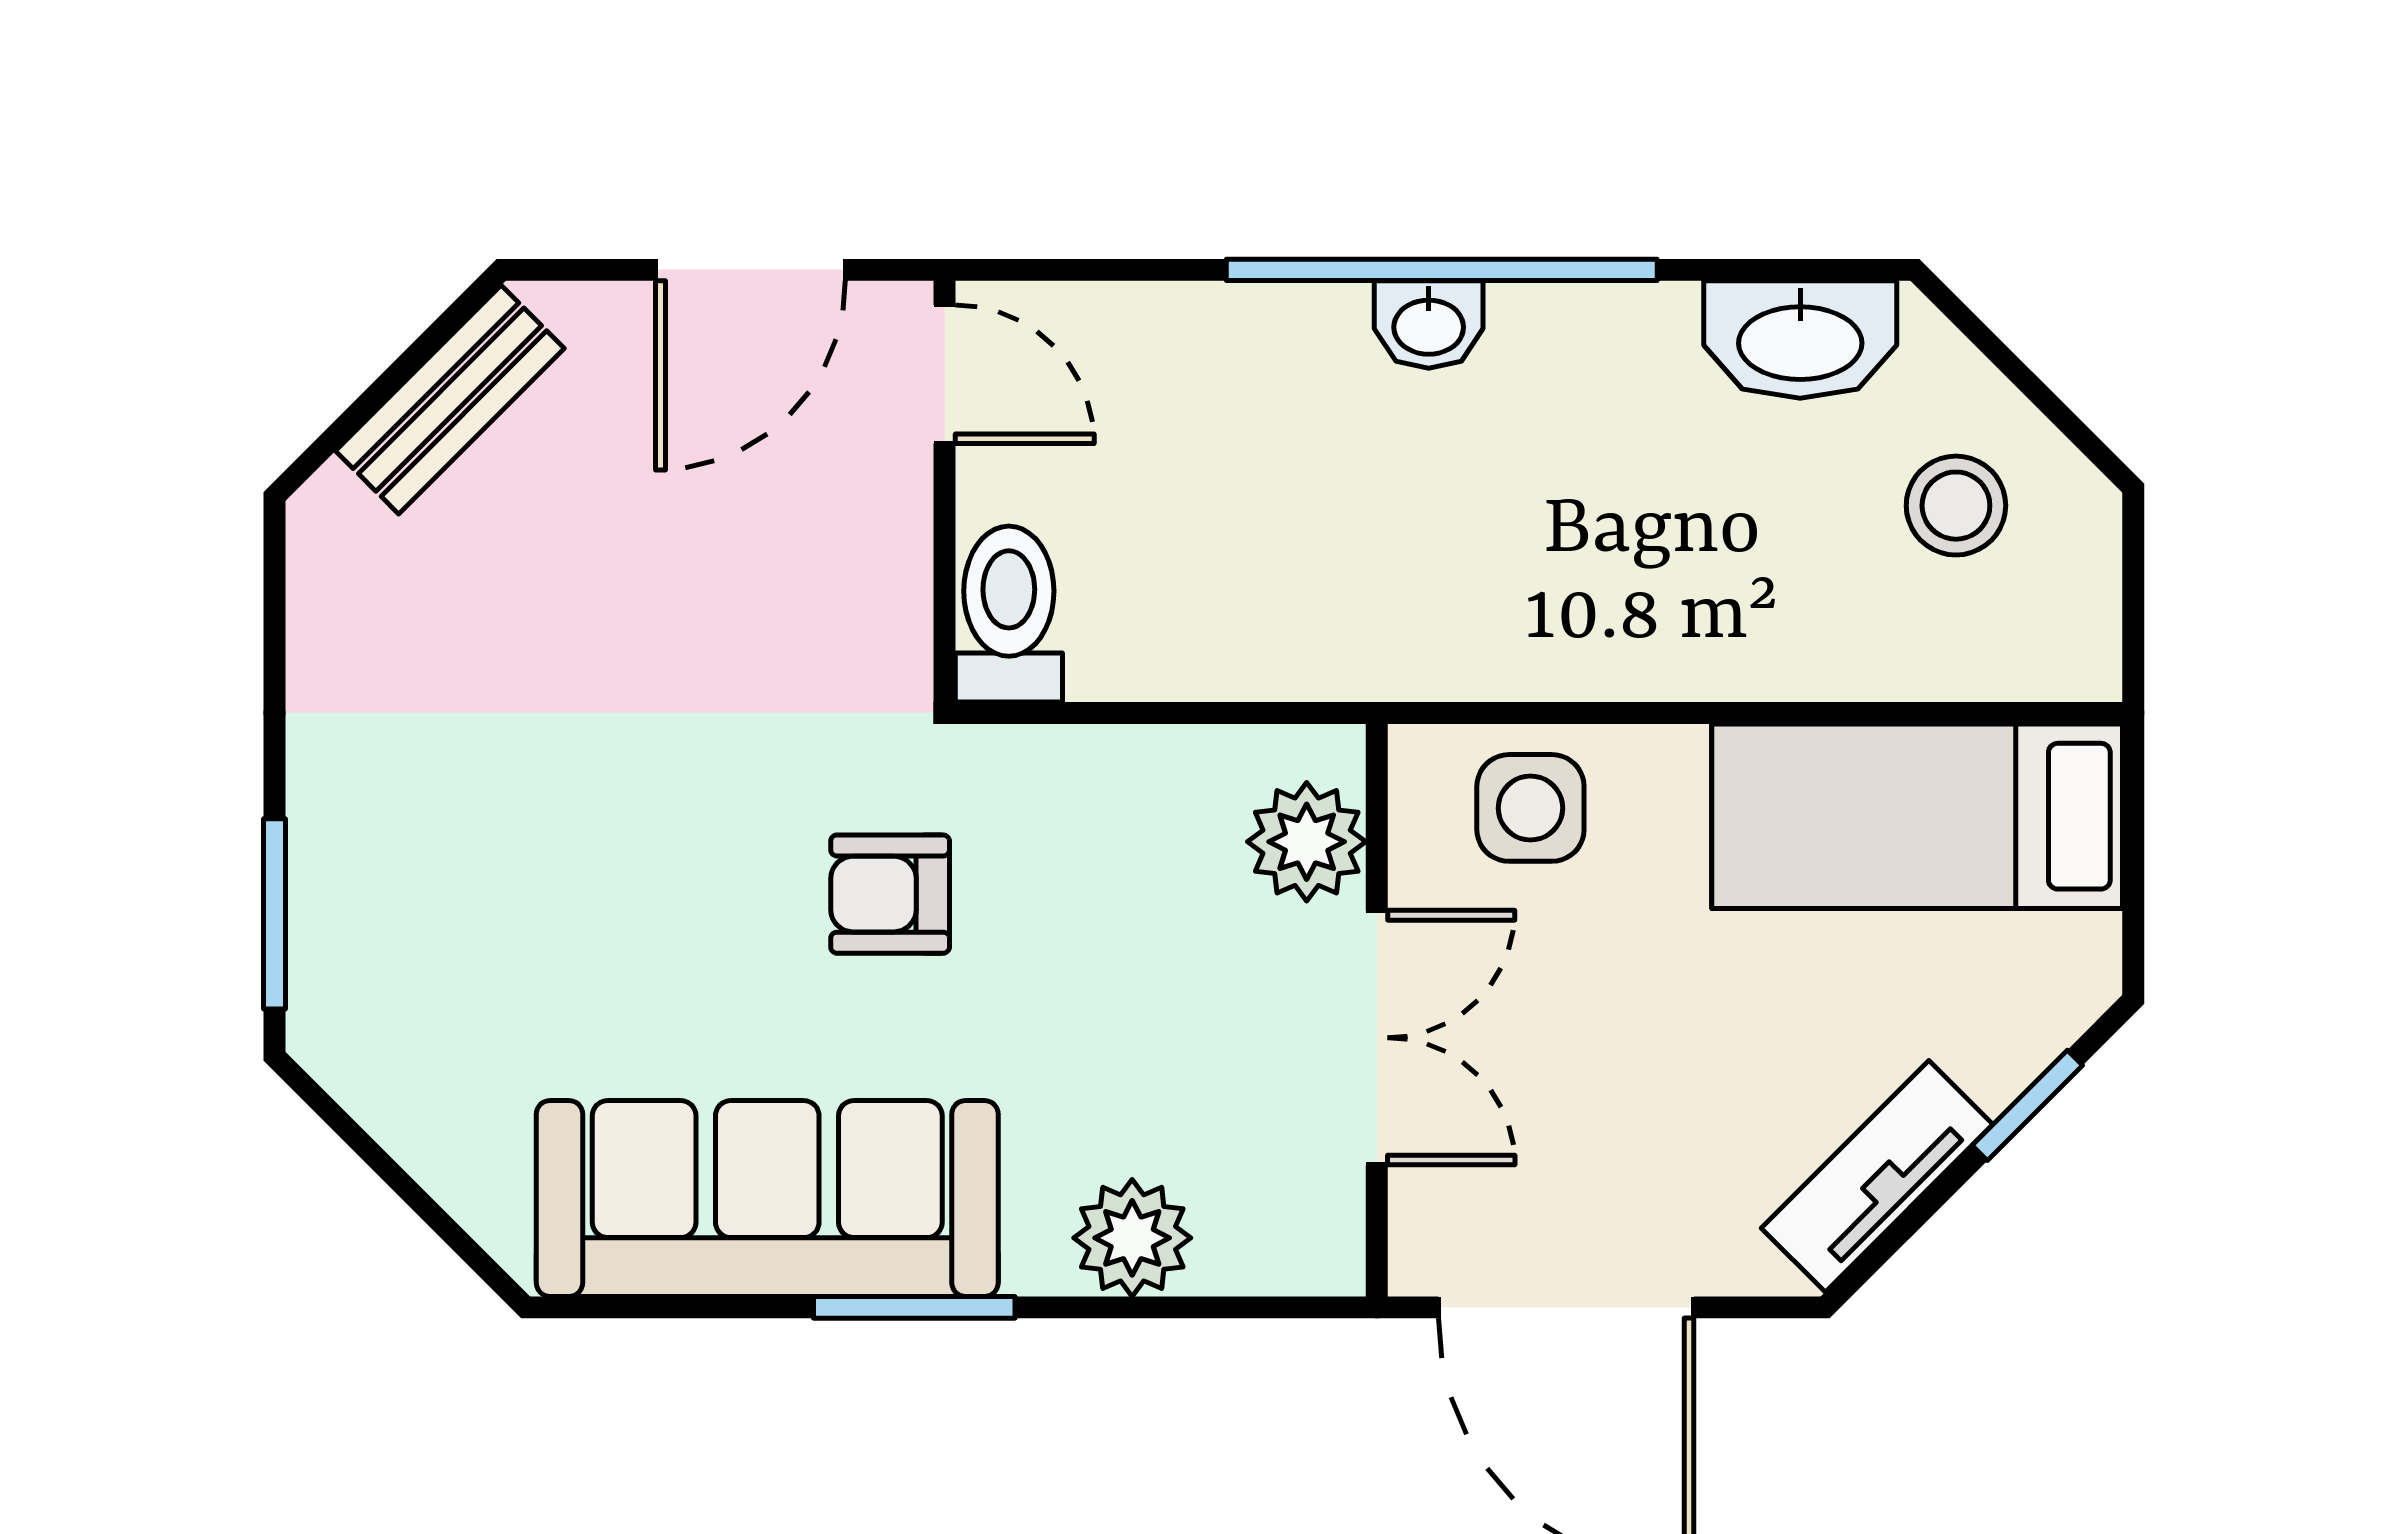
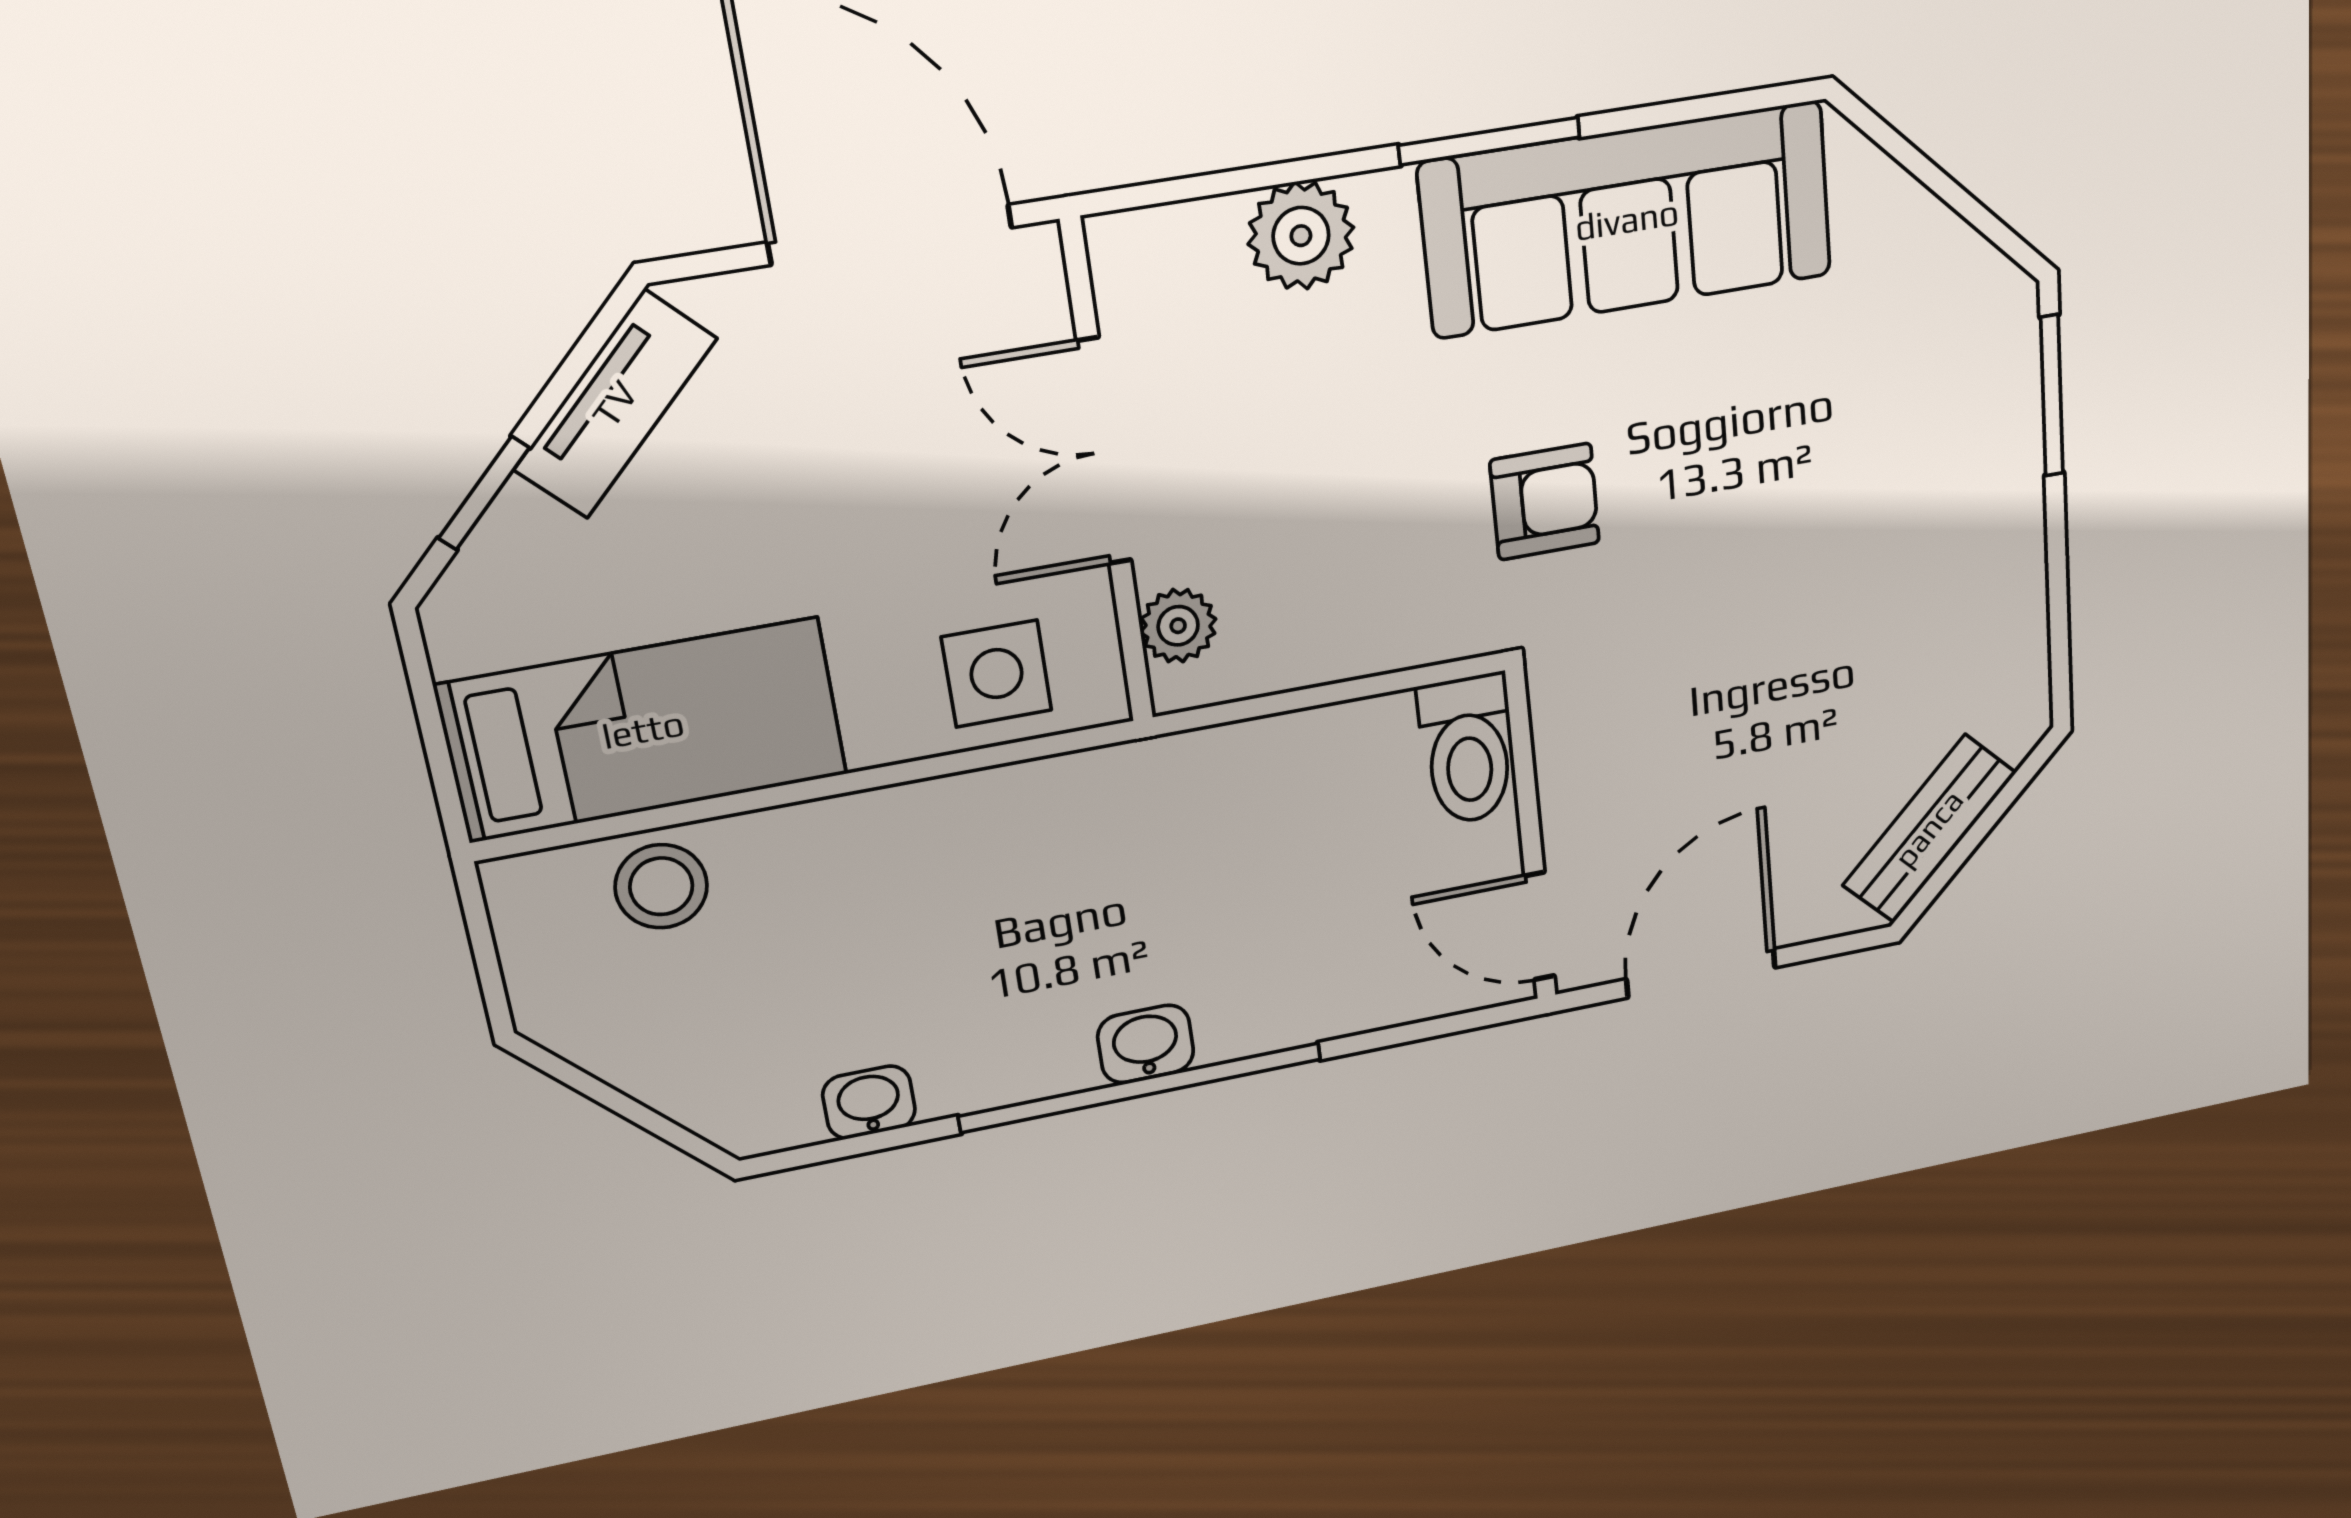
washbasin: (1800, 340) -> (869, 1102), width x0.52, depth x0.69
stool: (1956, 506) -> (661, 886), moved
plant: (1307, 842) -> (1178, 626), width x0.73, depth x0.73

